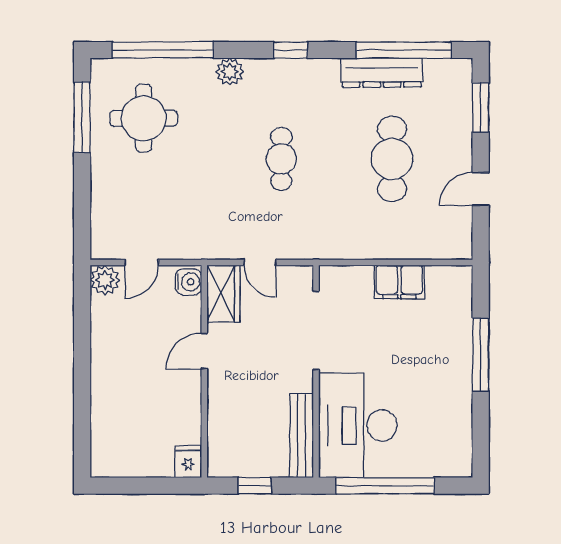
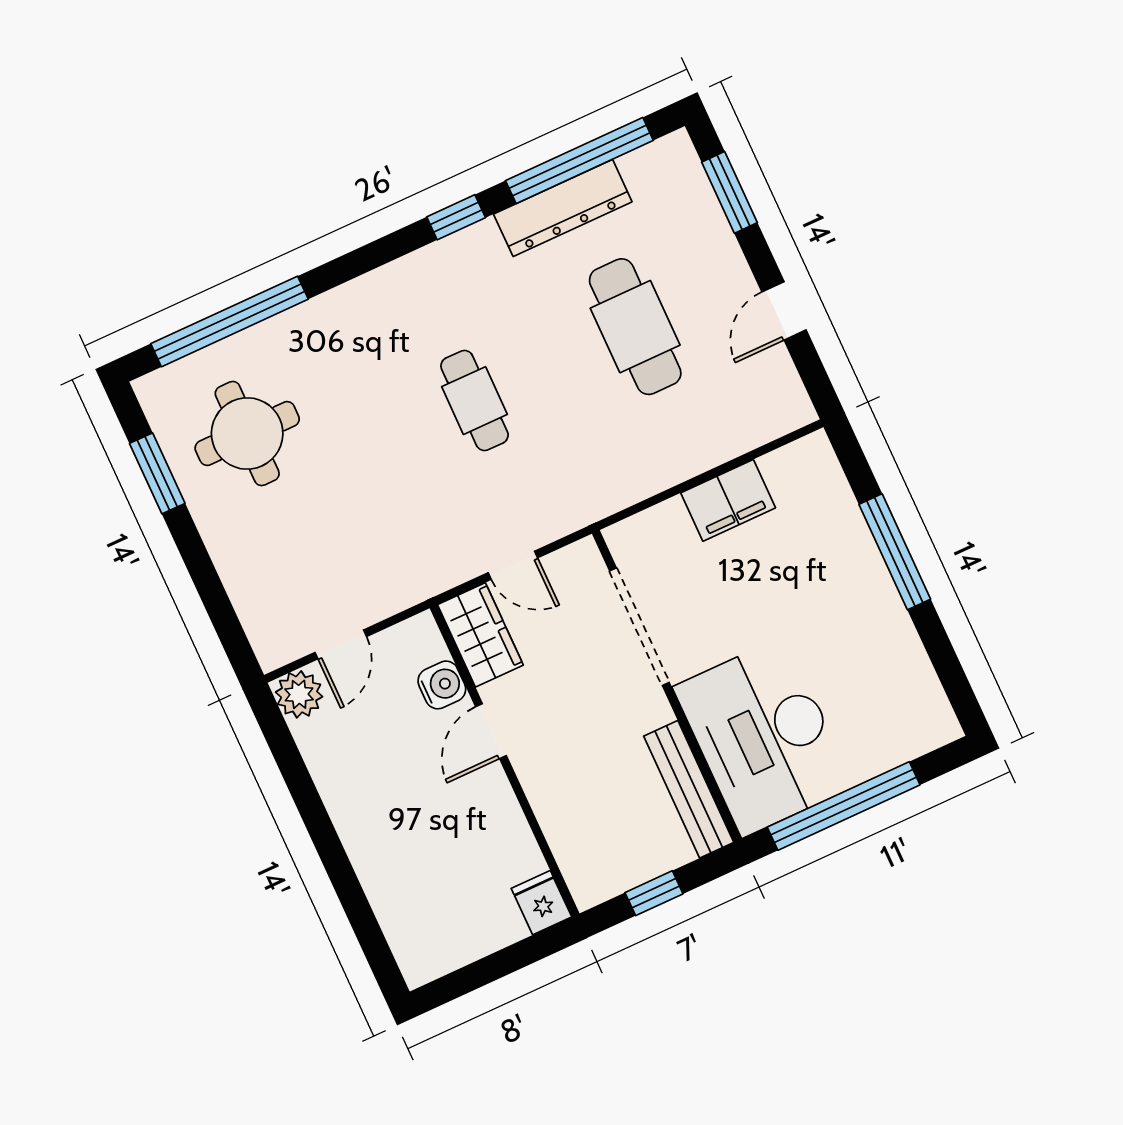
window: (291, 50) -> (456, 217), moved
plant: (230, 72) -> (341, 308), removed
window: (82, 117) -> (157, 473), width x0.69
water cooler: (189, 282) -> (442, 685), moved

